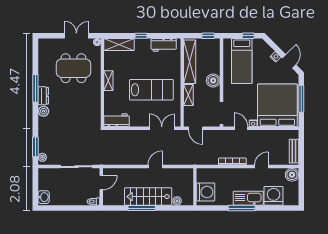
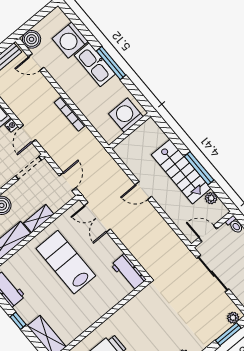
shelving: (108, 81) -> (94, 316), removed
door: (261, 167) -> (36, 62), moved
plant: (177, 201) -> (211, 198), moved

